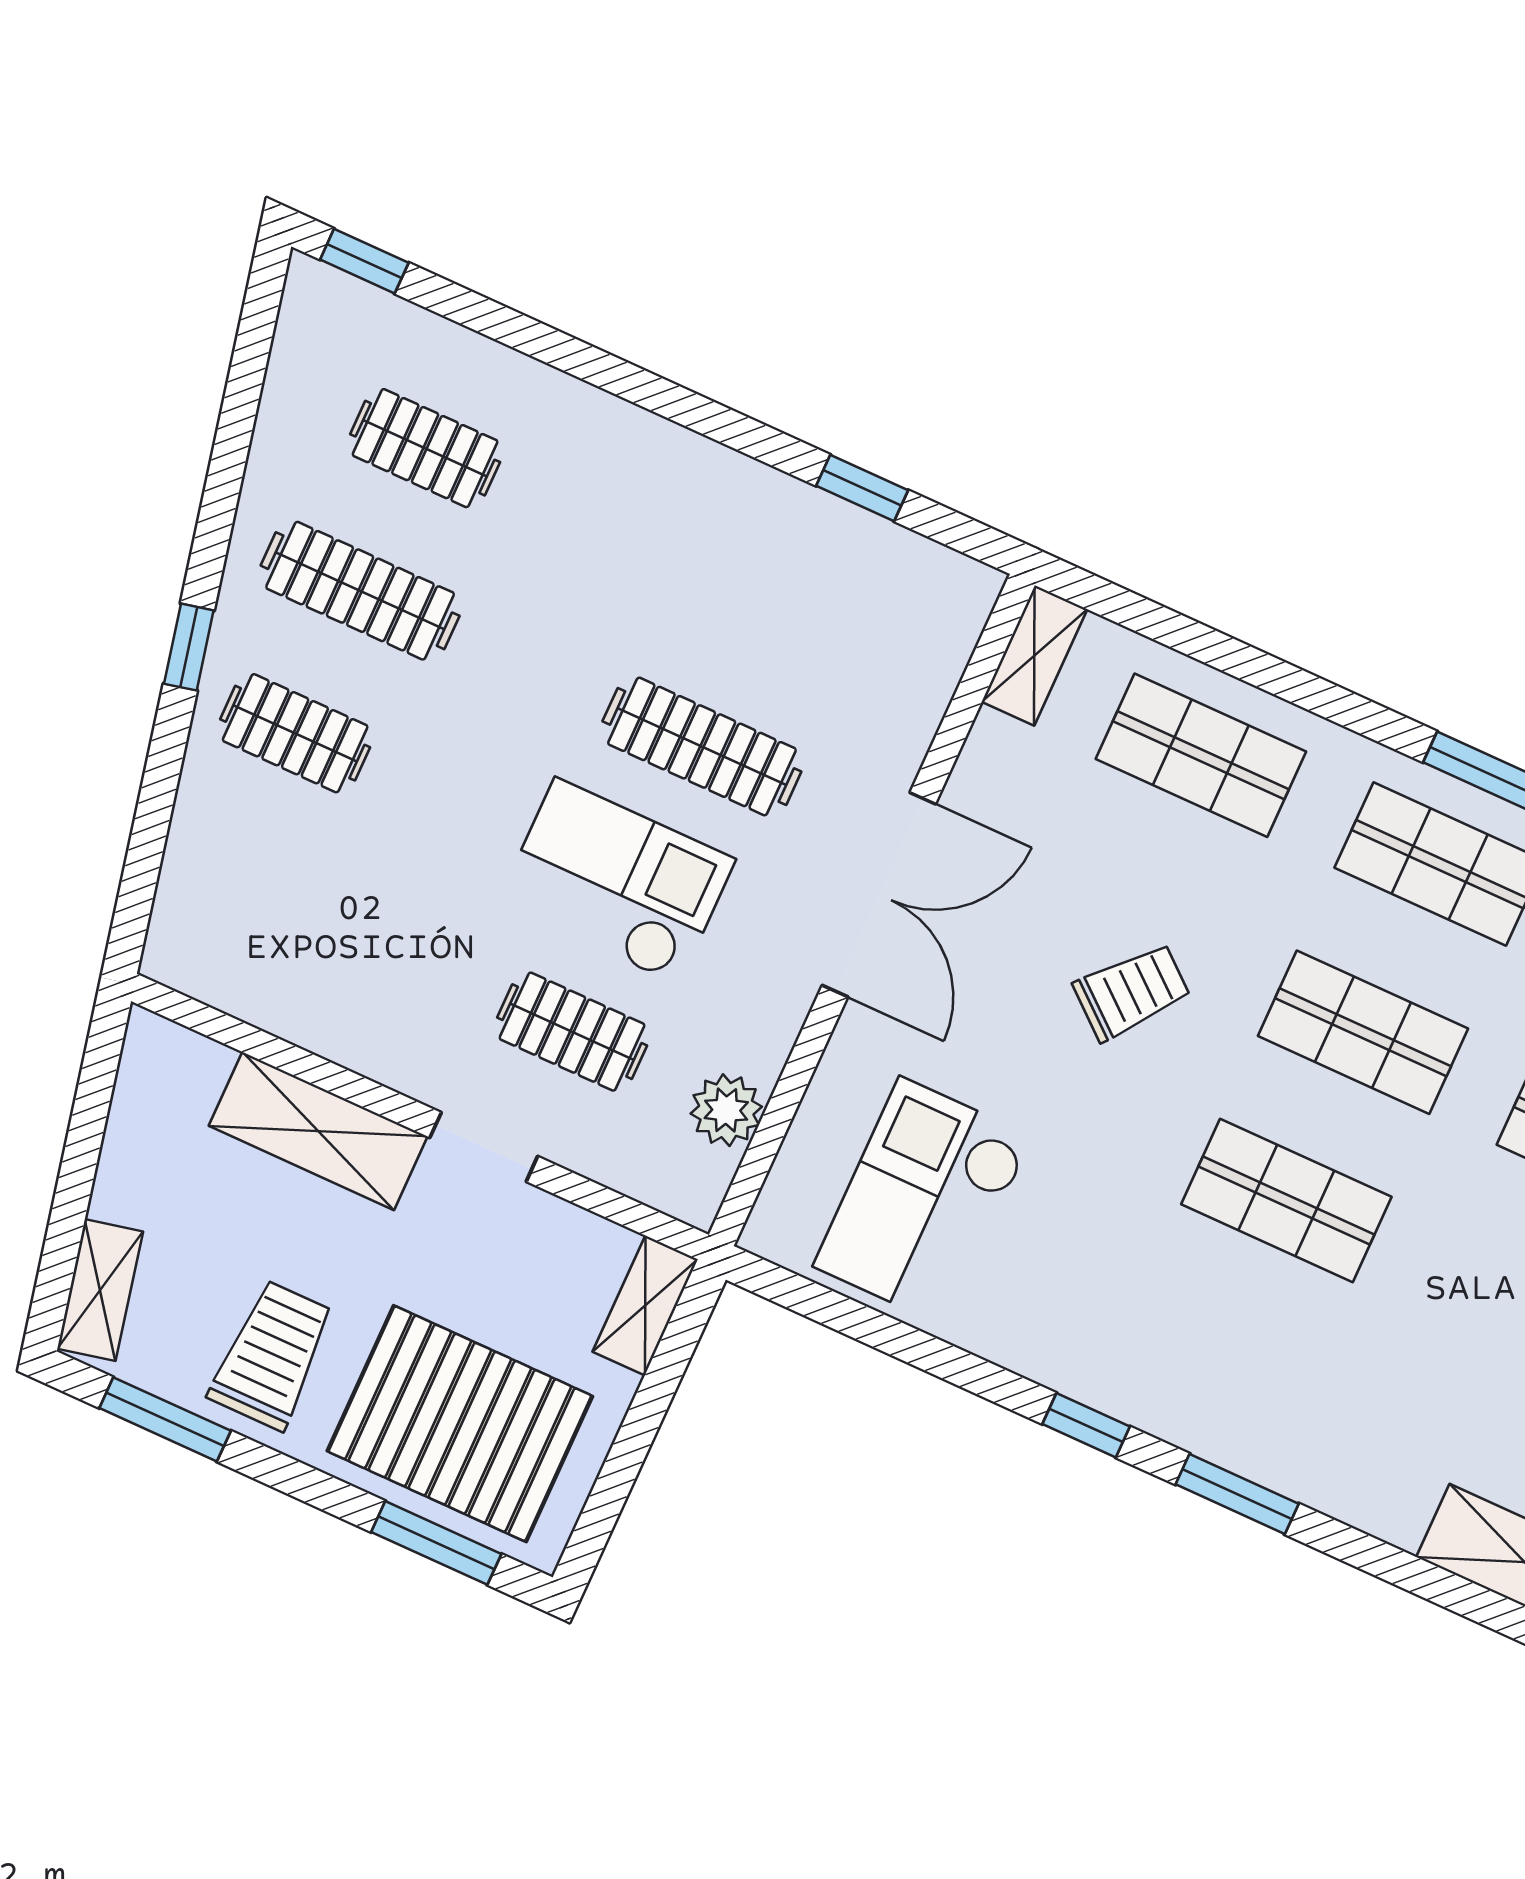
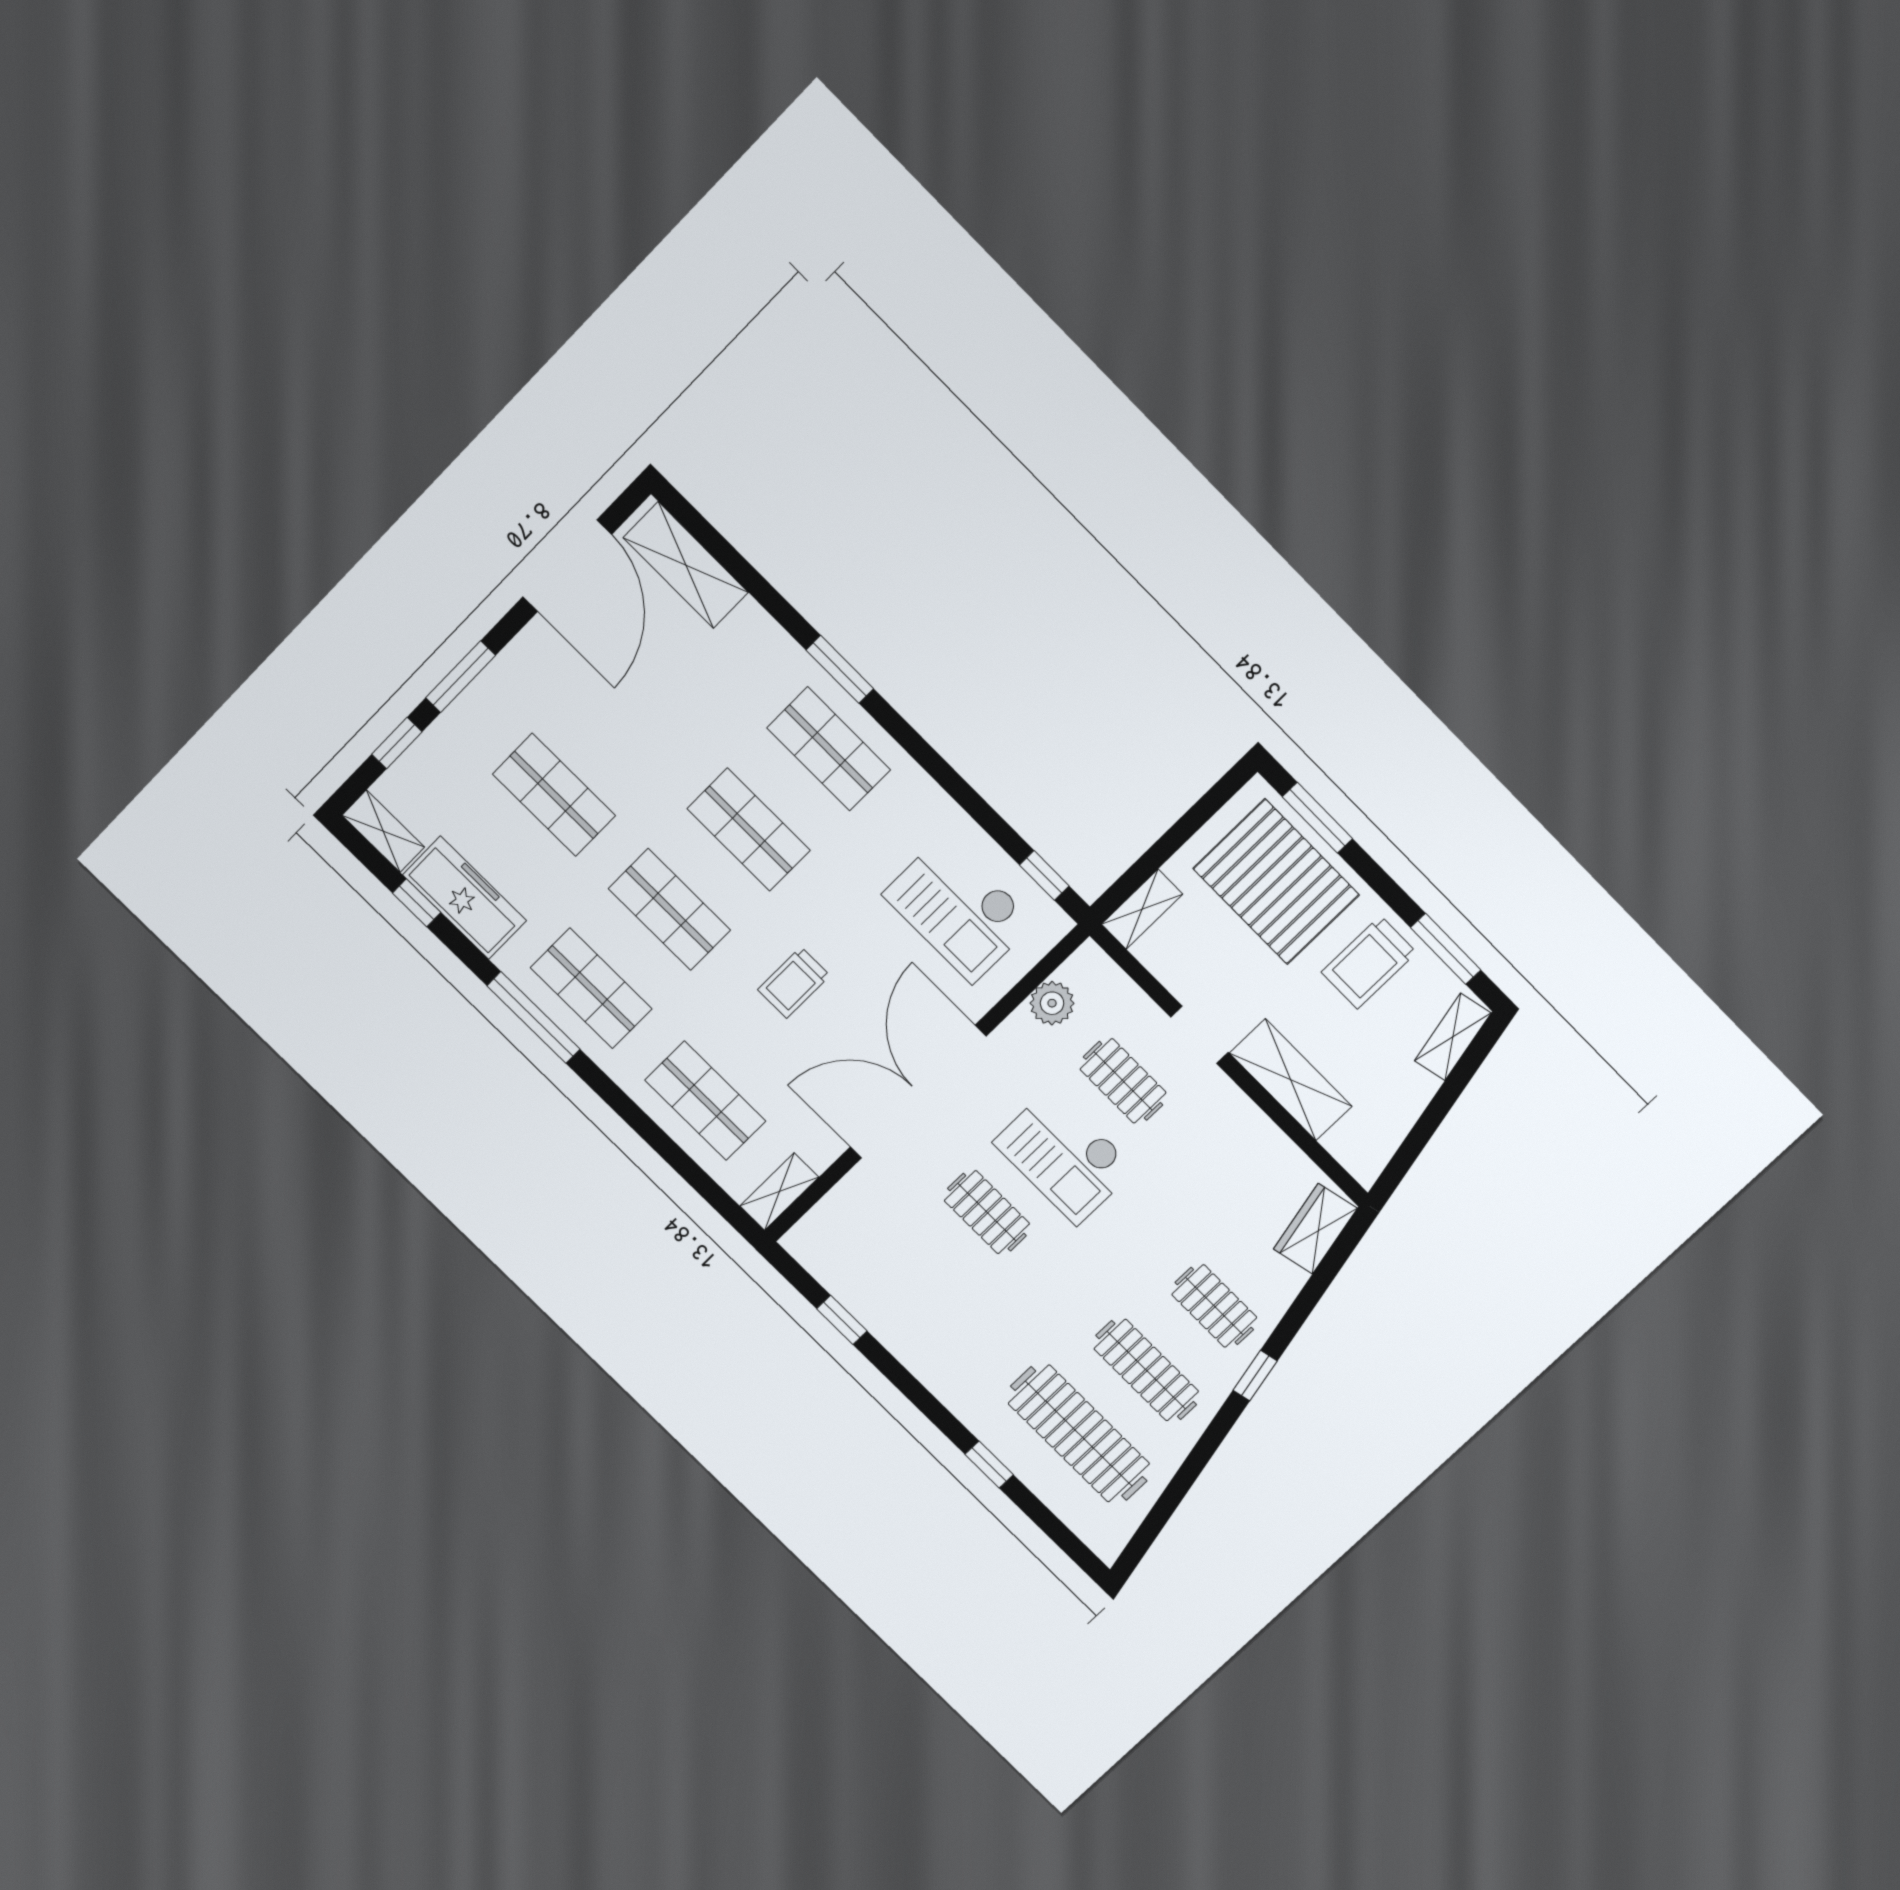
window: (364, 261) -> (989, 1464), moved
clothes rail: (425, 448) -> (1079, 1434), width x1.86, depth x1.31
clothes rail: (702, 746) -> (987, 1212), width x0.73
double door: (879, 895) -> (918, 1092), width x1.36
wardrobe: (189, 915) -> (1315, 1229), added
trolley: (1132, 992) -> (794, 983), turned -40
checkout: (923, 1202) -> (959, 908), turned 90
shop shelf: (1210, 1369) -> (829, 749), added
window: (1086, 1425) -> (1044, 875), moved

